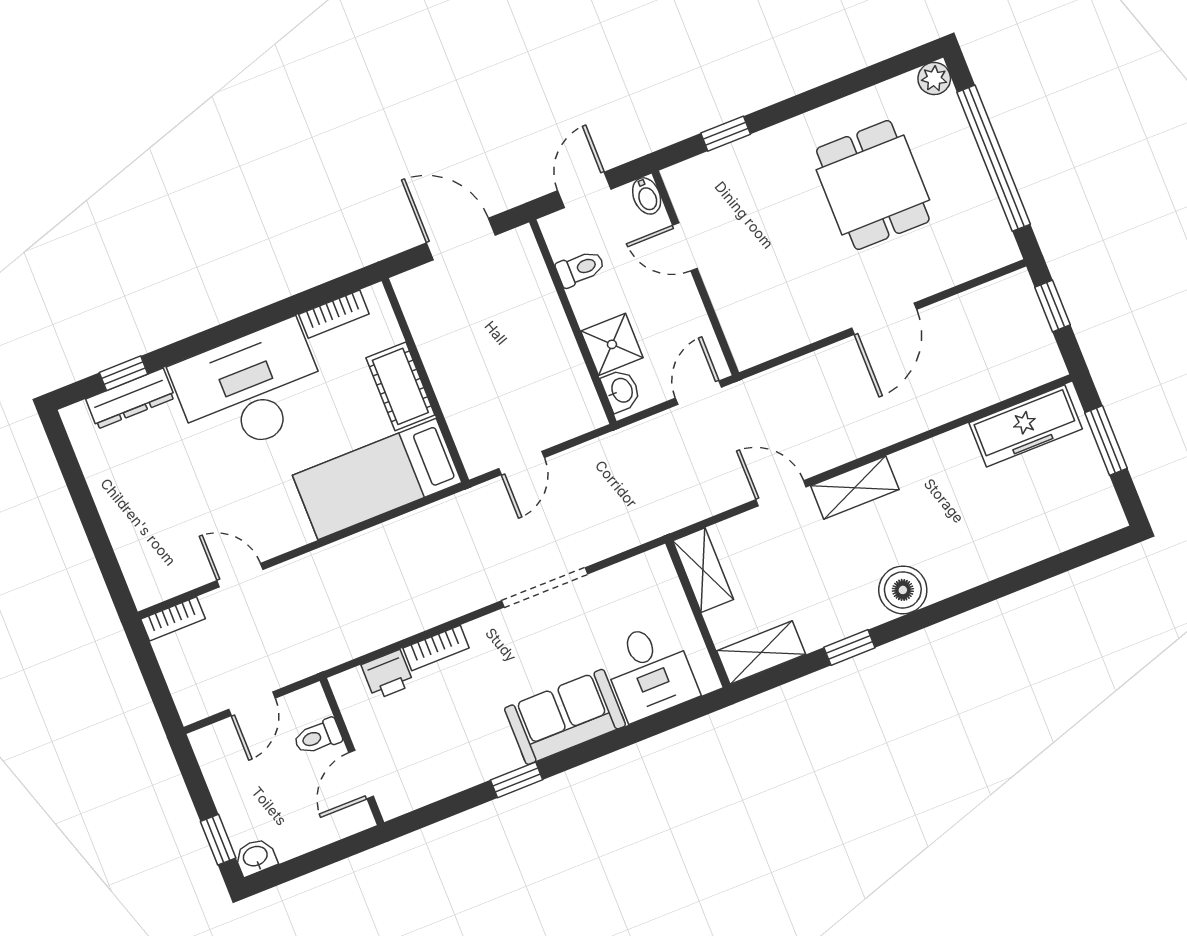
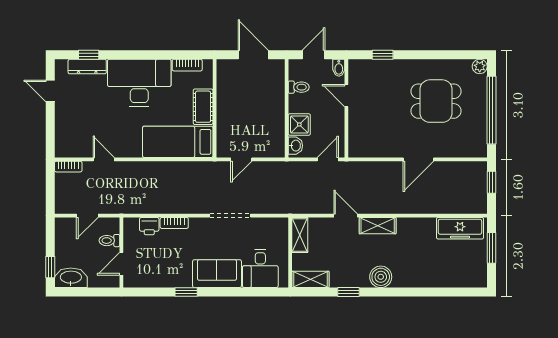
dining table: (873, 185) -> (436, 101), turned 90
door: (74, 479) -> (50, 91), added
washbasin: (256, 857) -> (71, 278), width x1.91, depth x1.45

